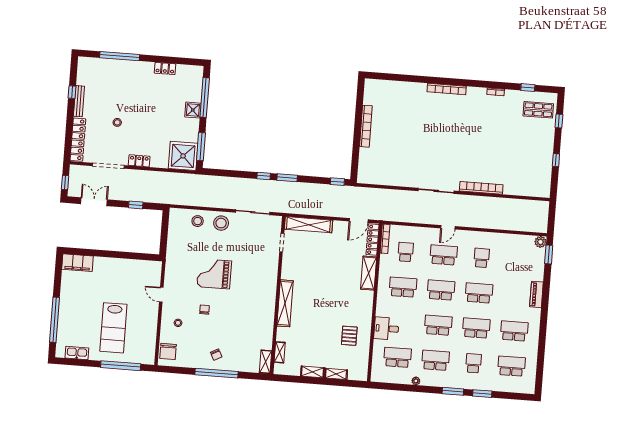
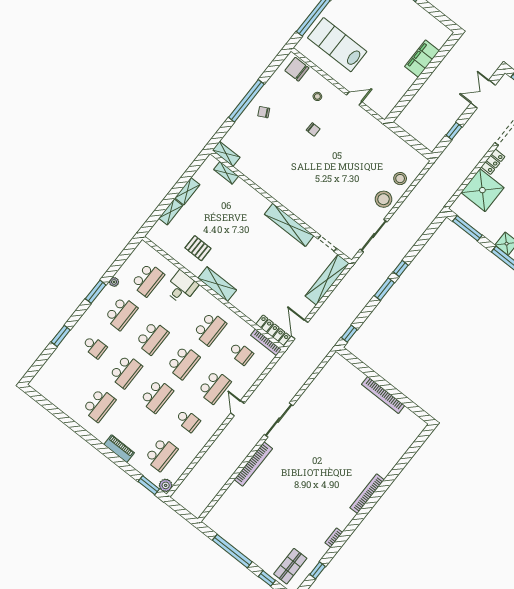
shower: (183, 156) -> (482, 190), moved
window: (556, 160) -> (232, 551), width x3.17
double door: (94, 202) -> (483, 94), swing flipped
filing cabinet: (77, 263) -> (422, 59), moved
shelving: (369, 273) -> (217, 284), moved
grand piano: (214, 274) -> (340, 161), removed
shelving: (285, 303) -> (289, 225), moved
lab bench: (113, 328) -> (337, 45), moved
school desk: (511, 366) -> (161, 454), moved
window: (453, 391) -> (96, 292), moved

